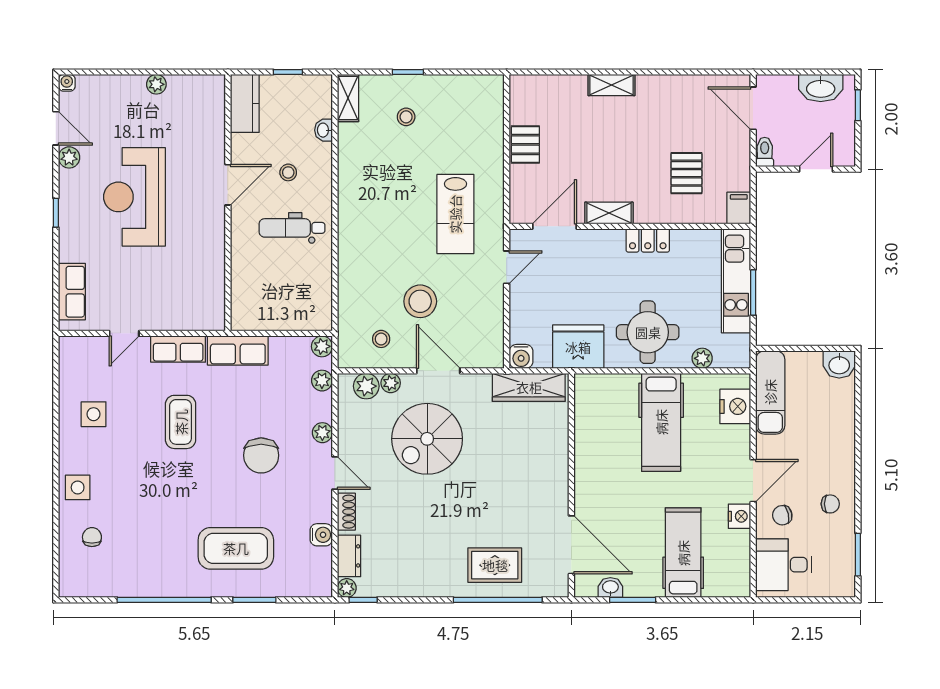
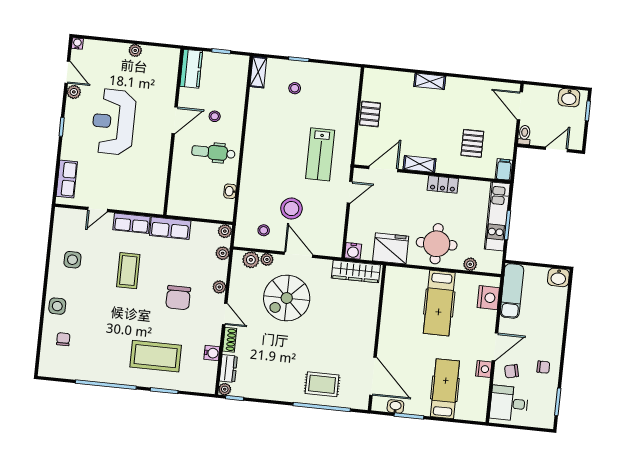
washbasin: (821, 88) -> (569, 98), width x0.72
washbasin: (323, 130) -> (230, 191), moved

